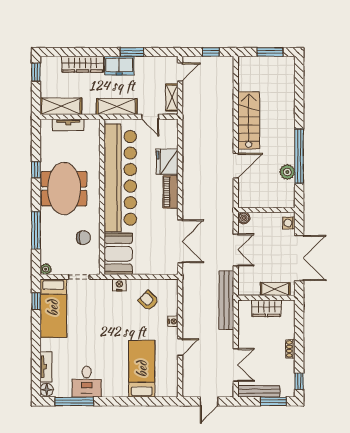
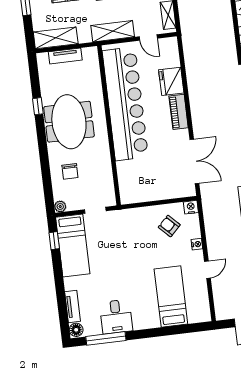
window: (36, 230) -> (45, 168), removed
chair: (83, 238) -> (70, 171), moved, turned 90
booth: (118, 254) -> (133, 182), removed
nightstand: (119, 285) -> (191, 207), moved

